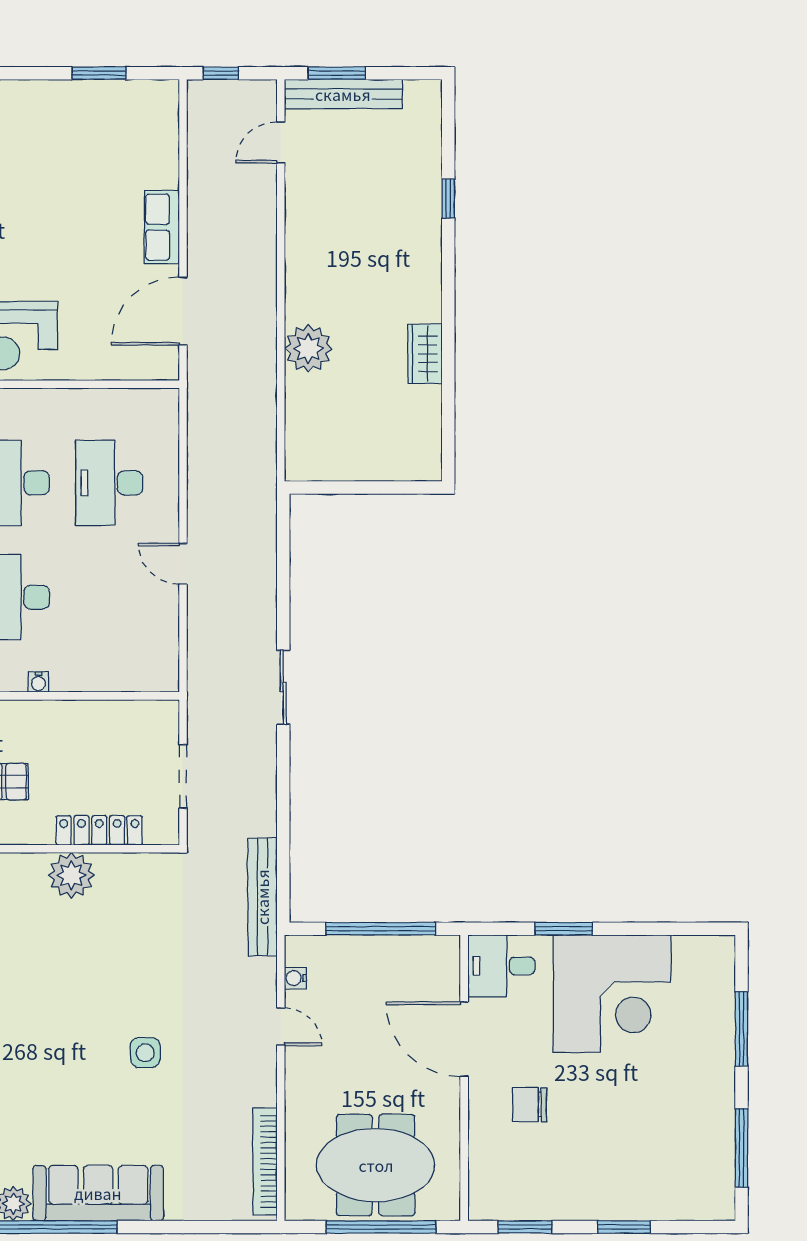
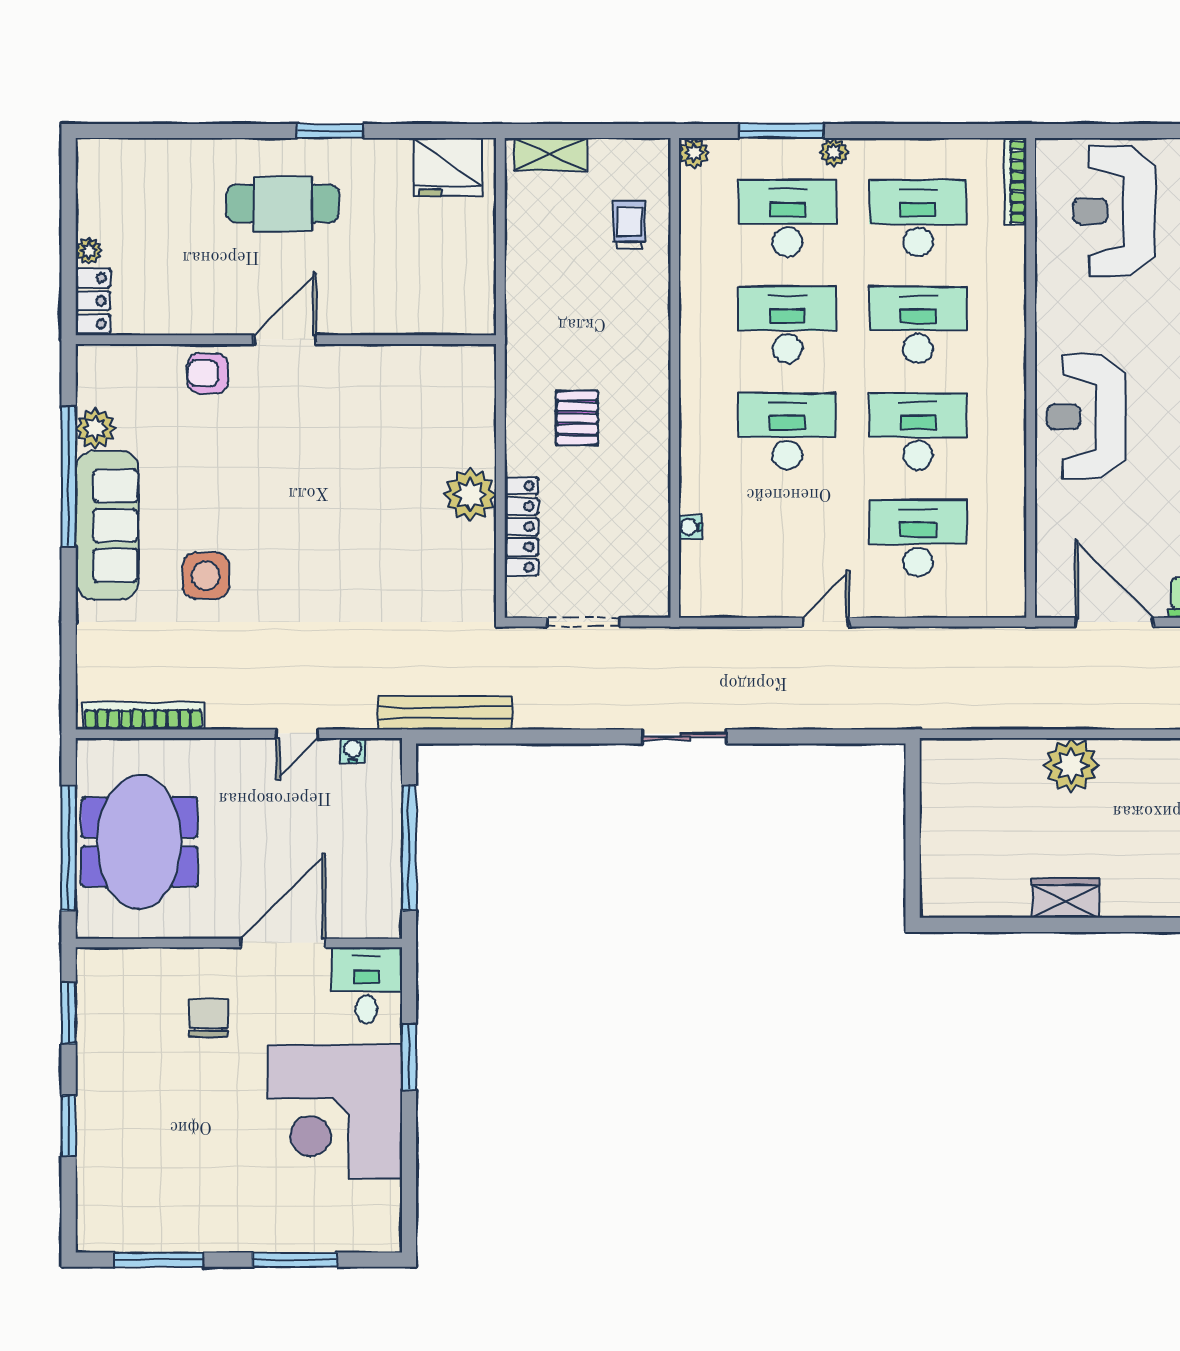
water cooler: (38, 682) -> (691, 527), moved
side table: (145, 1053) -> (206, 576), moved, width x1.37, depth x1.37

